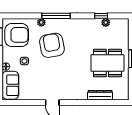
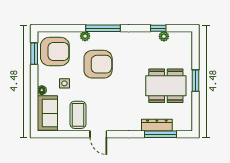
armchair: (52, 45) -> (98, 64), turned 100
coffee table: (36, 87) -> (78, 115), added
window: (103, 103) -> (161, 134), added

